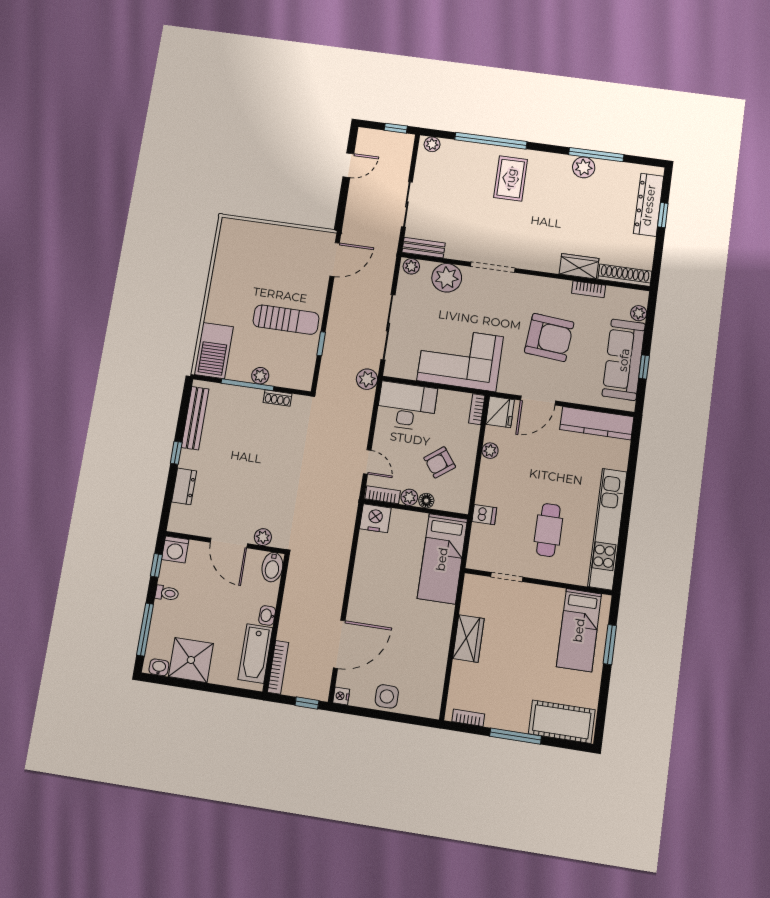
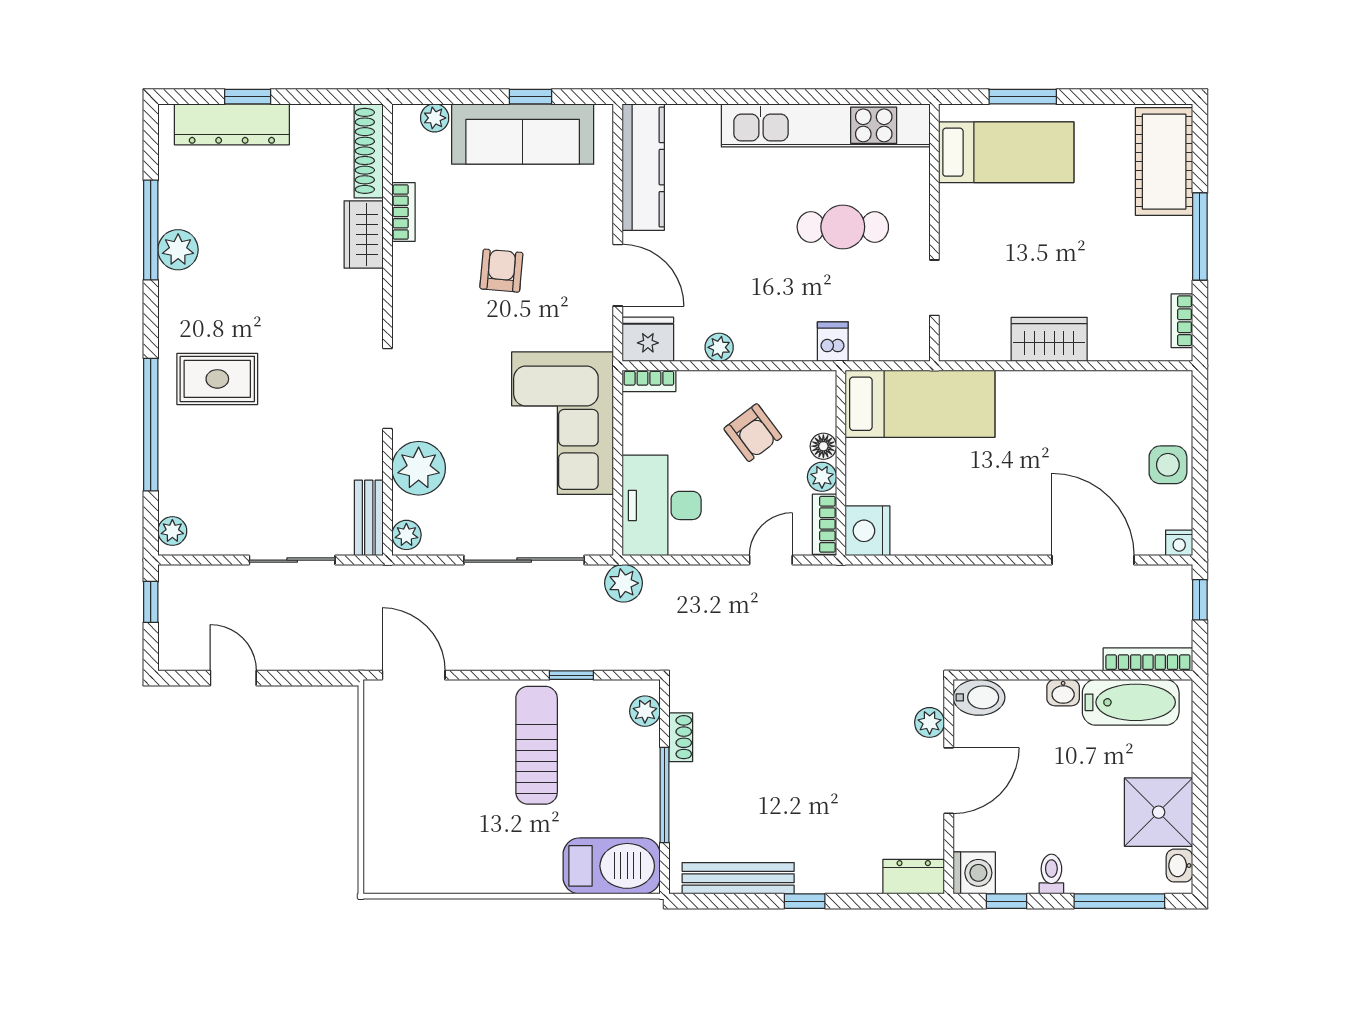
armchair: (549, 337) -> (501, 271), width x0.53, depth x0.53
plant: (260, 376) -> (645, 711), moved
dresser: (184, 486) -> (914, 877), moved

